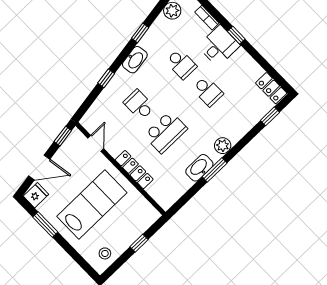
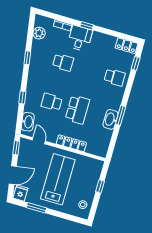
washbasin: (135, 60) -> (28, 122), moved
school desk: (208, 91) -> (115, 77), moved
plant: (223, 146) -> (117, 98), removed

